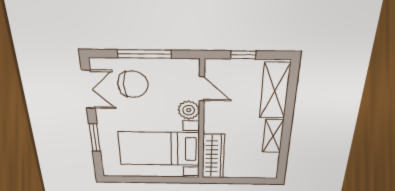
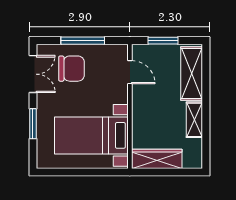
window: (243, 55) -> (163, 41), width x1.50
plant: (189, 110) -> (119, 94), removed
wardrobe: (213, 156) -> (157, 159), moved, turned -90

